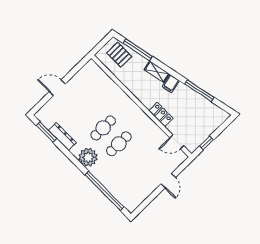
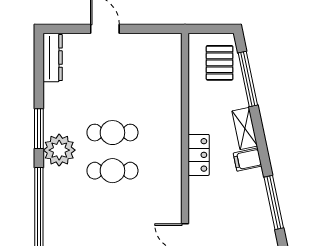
locker: (161, 114) -> (199, 155), moved
window: (46, 132) -> (39, 129), moved
dresser: (62, 136) -> (53, 58), moved

